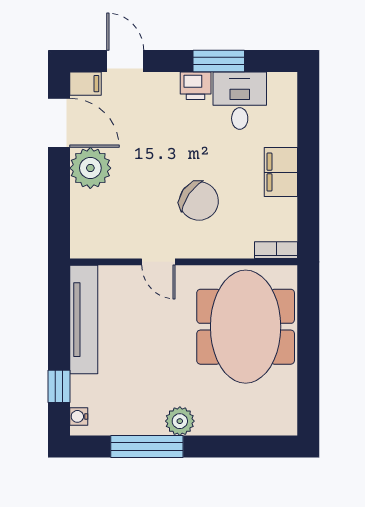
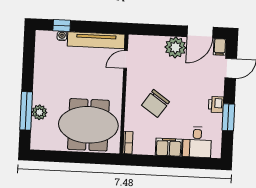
desk: (240, 101) -> (197, 142), moved, turned 90
door: (158, 262) -> (126, 60), moved
water cooler: (79, 416) -> (62, 36), moved
plant: (180, 421) -> (39, 112), moved
window: (147, 447) -> (26, 111), moved

